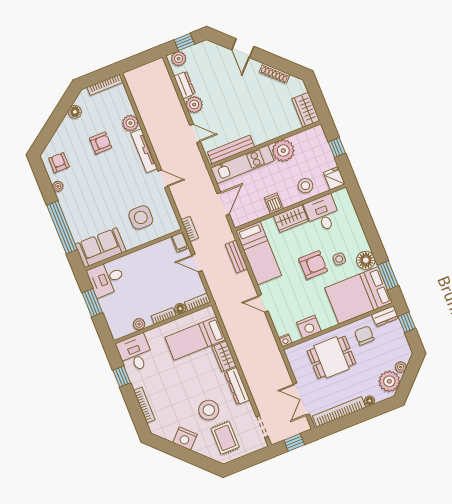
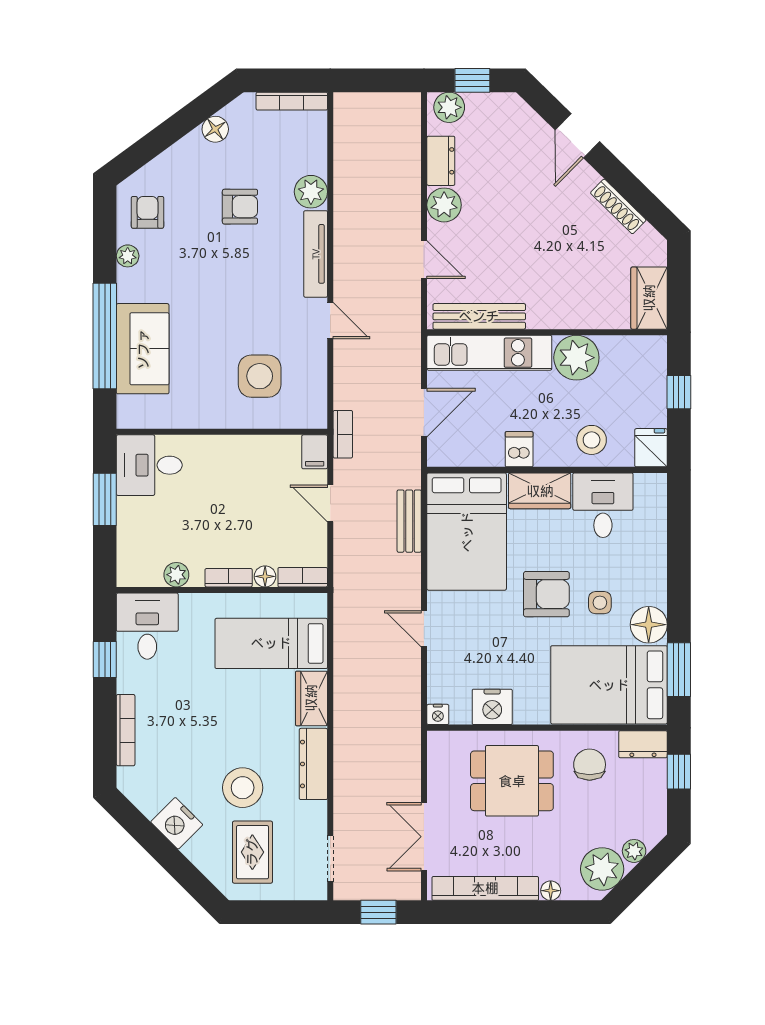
sofa: (101, 248) -> (143, 349), moved, turned 90
bed: (259, 253) -> (467, 532), width x1.50

